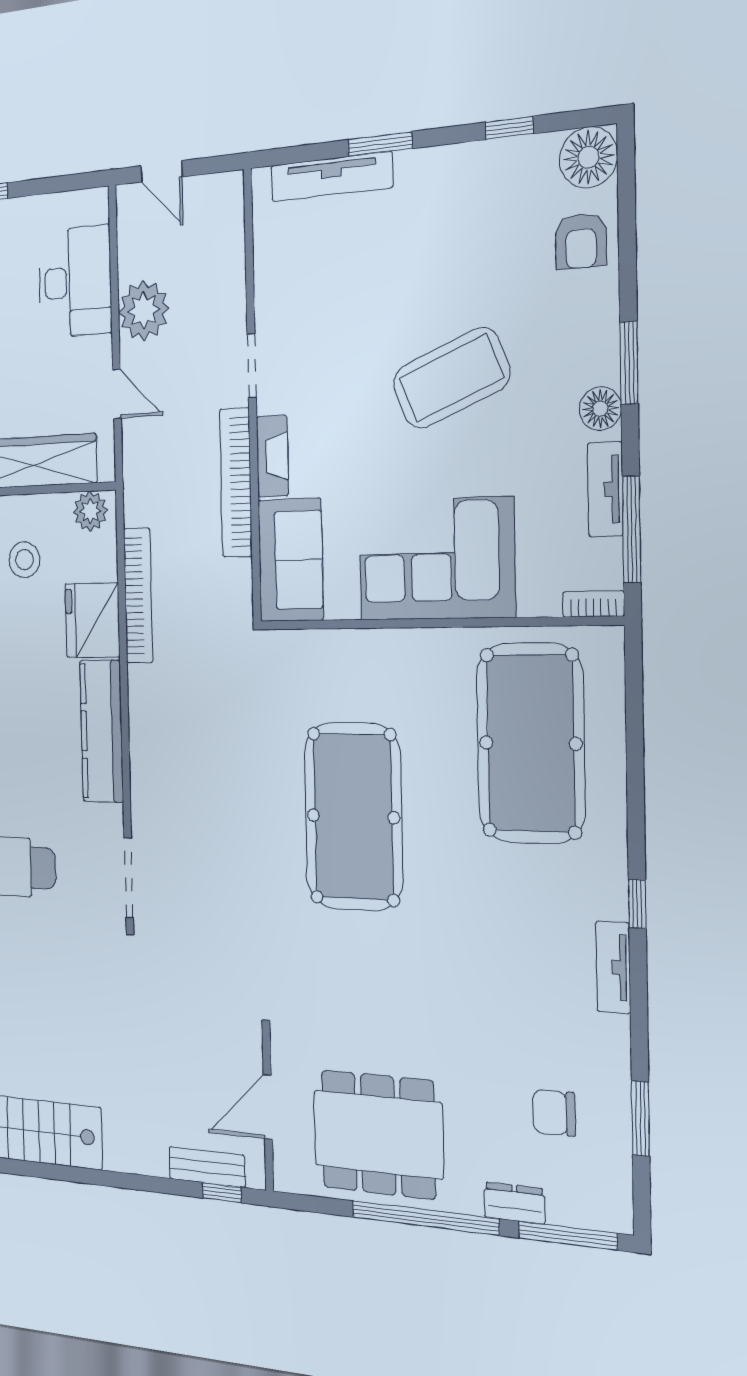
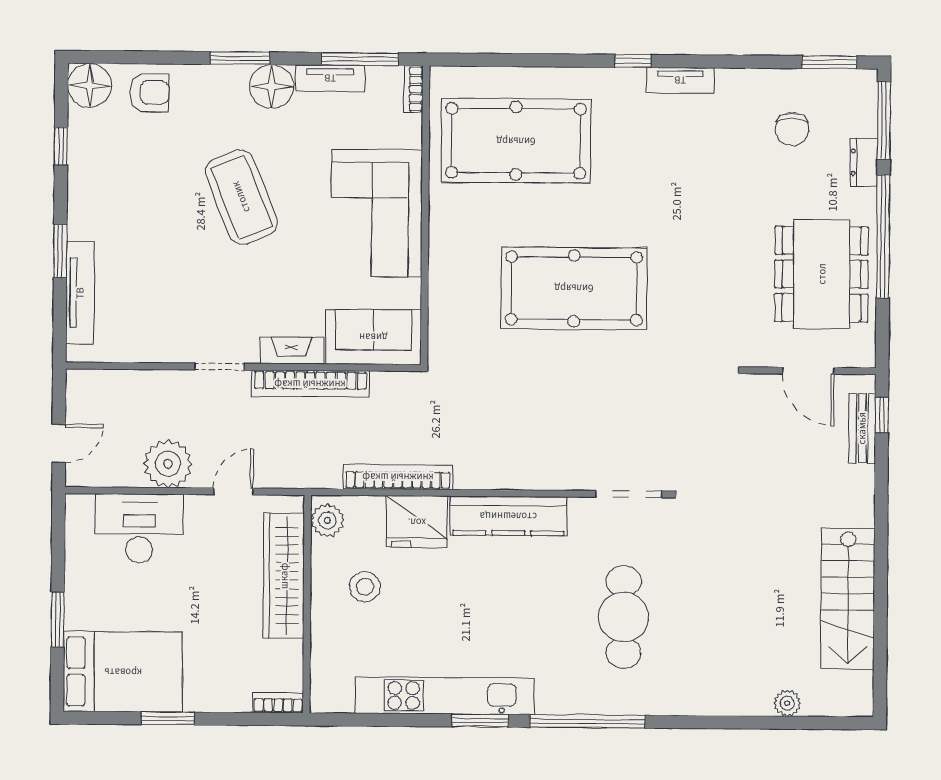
floor lamp: (600, 409) -> (272, 87), width x1.38, depth x1.38
window: (641, 1118) -> (829, 62), moved

